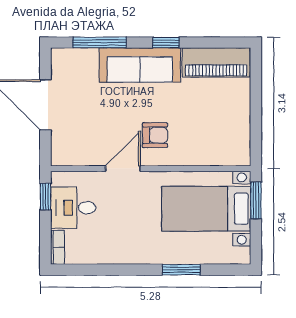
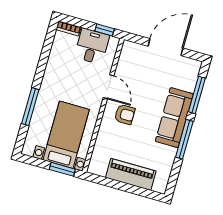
window: (166, 42) -> (184, 139), width x2.17
piano: (216, 62) -> (131, 174), moved, turned 90
armchair: (155, 135) -> (125, 114), turned -90
window: (181, 270) -> (30, 107), width x1.44

